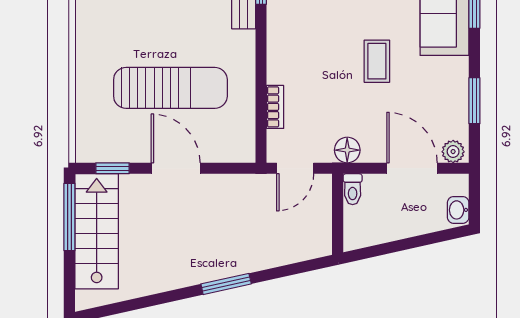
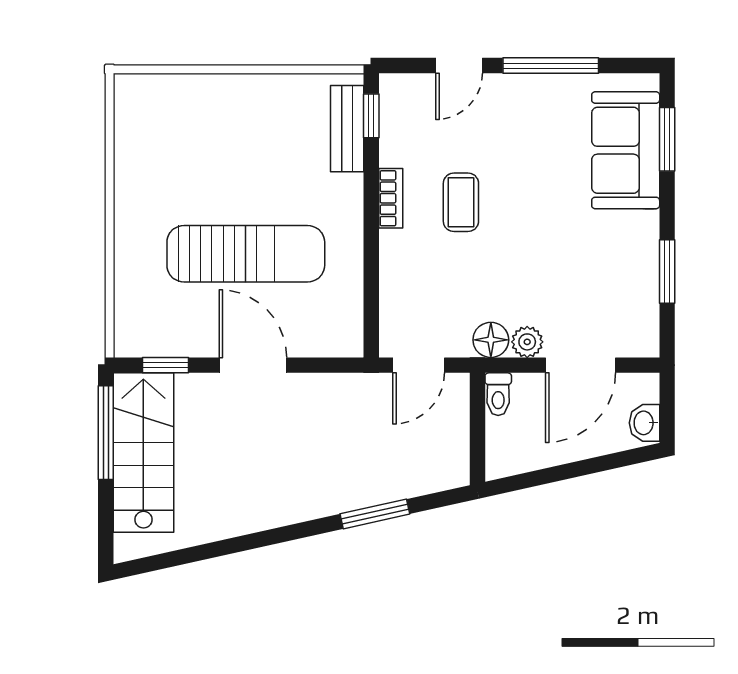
coffee table: (377, 61) -> (461, 202), moved
bookcase: (275, 107) -> (391, 198), moved
plant: (453, 152) -> (527, 342), moved
door: (412, 168) -> (581, 365), swing flipped
window: (226, 284) -> (375, 514), moved

